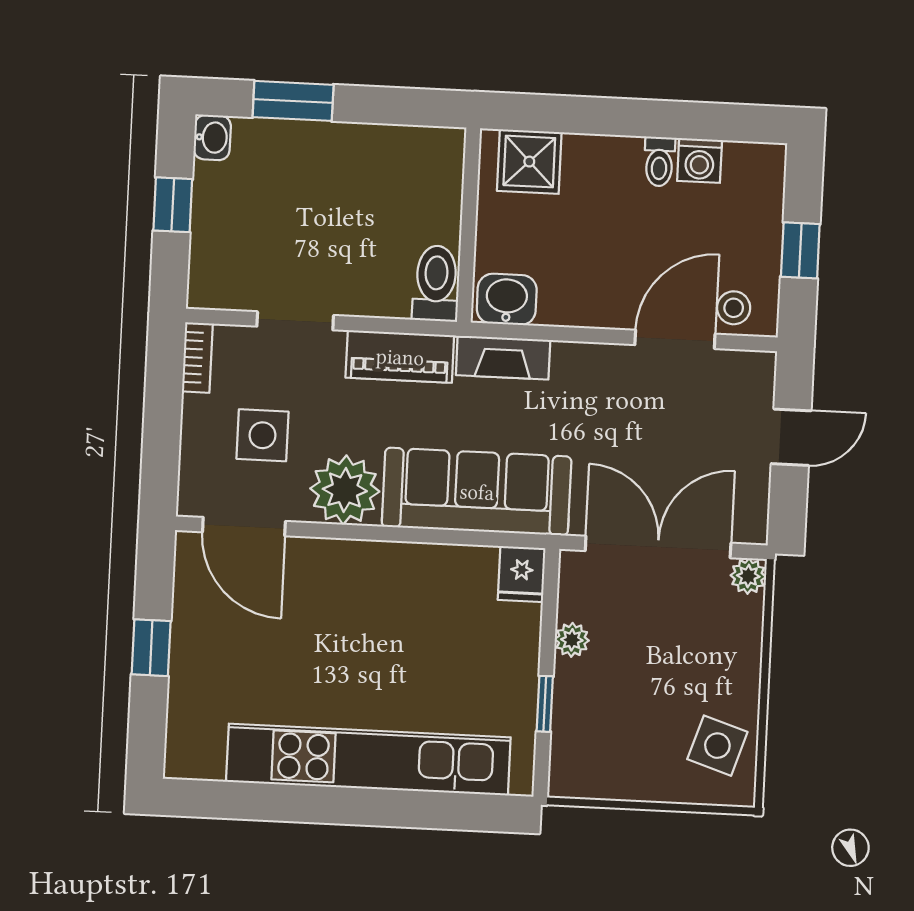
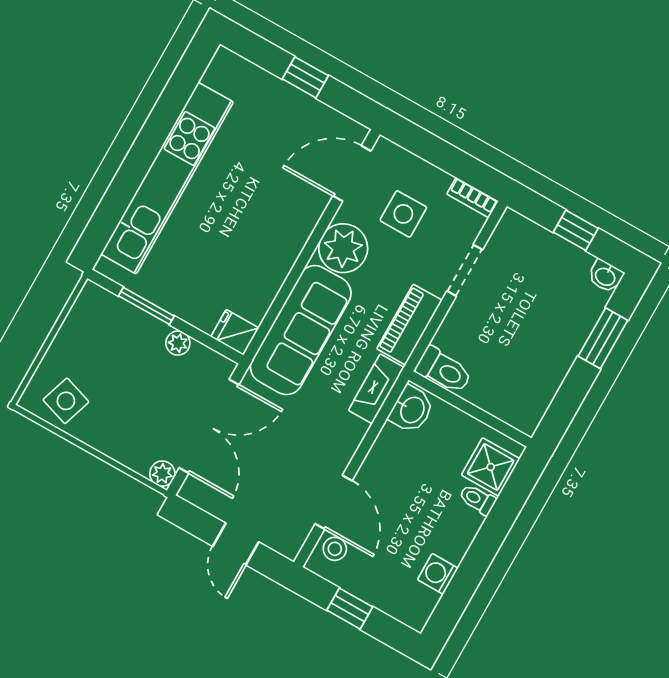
toilet: (659, 162) -> (477, 499), moved
window: (545, 704) -> (146, 306), width x1.50

